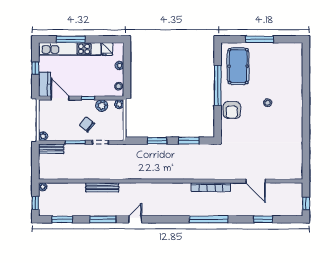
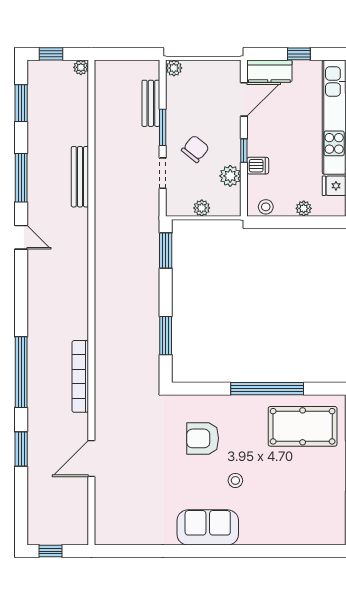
dishwasher: (96, 91) -> (258, 166), added
plant: (119, 104) -> (202, 208), moved
armchair: (232, 110) -> (203, 438), moved
sofa: (293, 118) -> (208, 527), added
window: (157, 141) -> (166, 250), moved
bench: (51, 149) -> (151, 103), moved
window: (263, 219) -> (21, 449), moved

